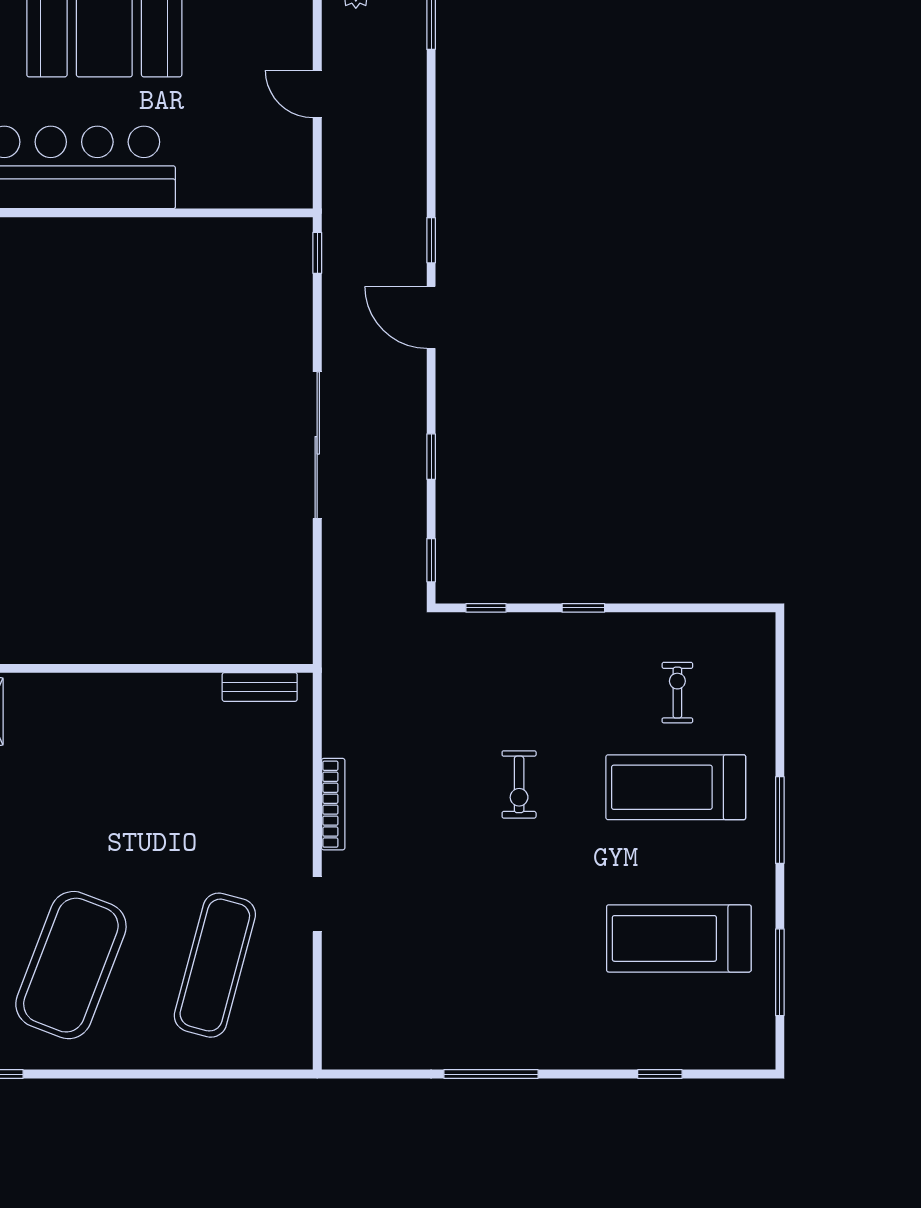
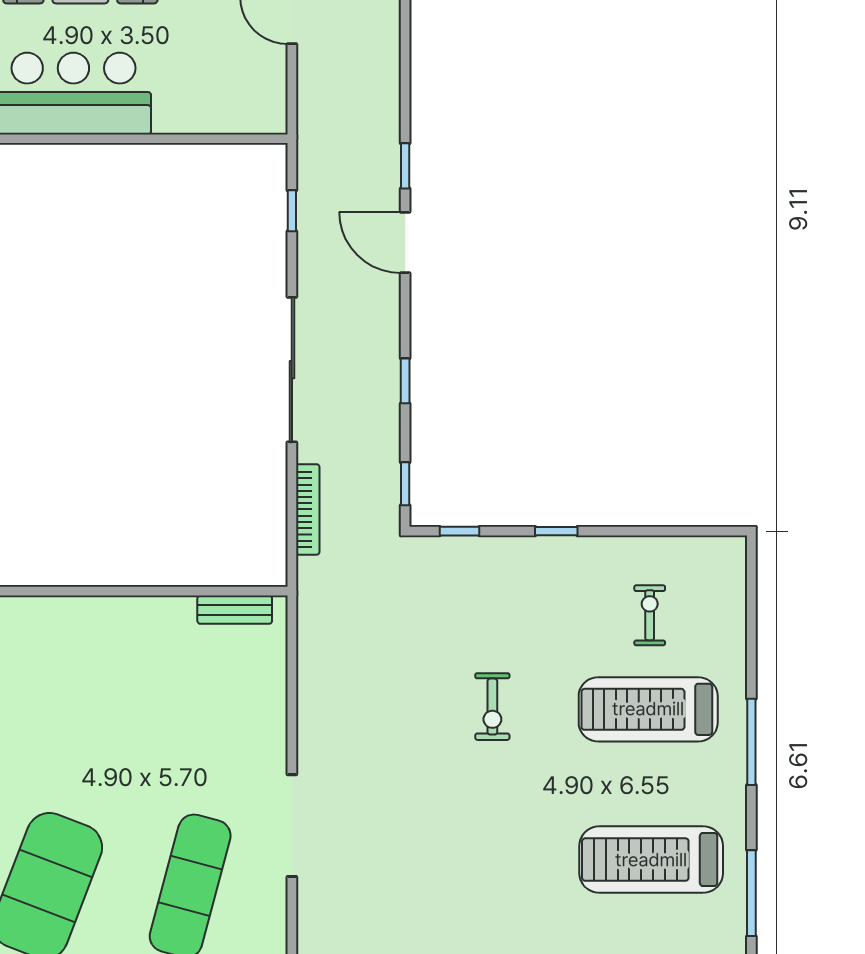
window: (317, 253) -> (292, 211), moved
bookcase: (333, 804) -> (308, 509), moved
doorway: (317, 904) -> (292, 826), width x1.88

